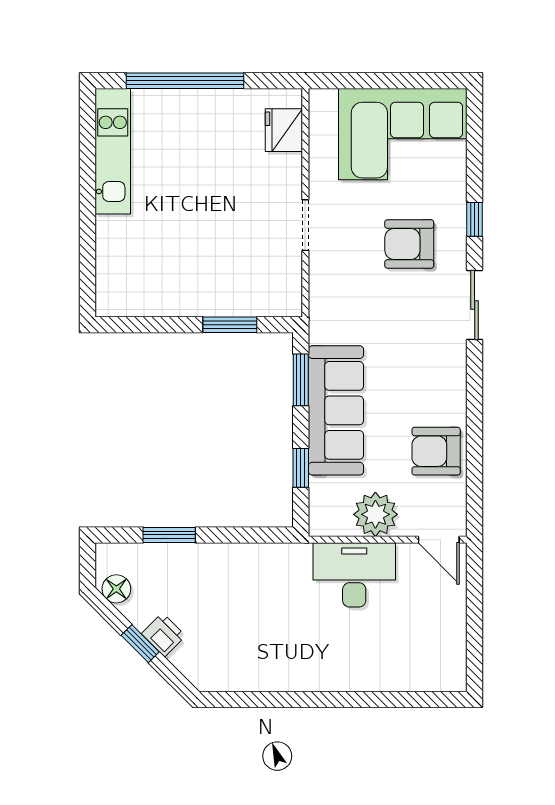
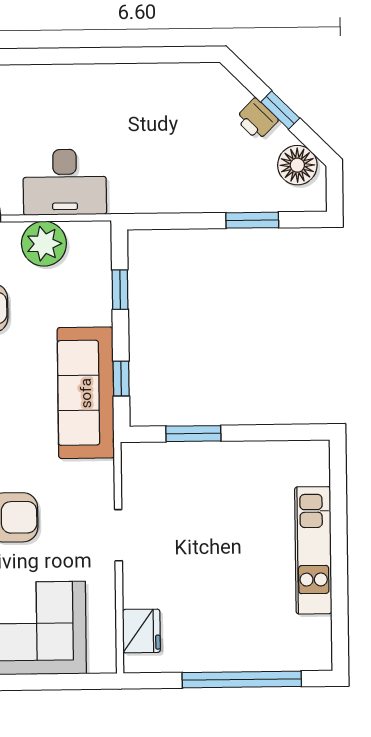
kitchen unit: (113, 151) -> (313, 550), moved
window: (301, 380) -> (121, 379), width x0.67
sofa: (336, 410) -> (86, 393), moved
floor lamp: (116, 589) -> (297, 165), width x1.38, depth x1.38

